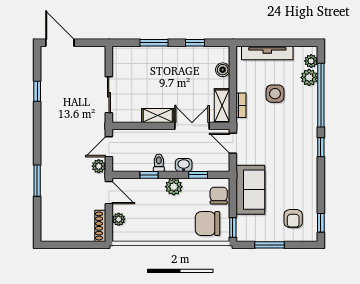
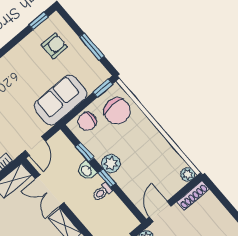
window: (149, 175) -> (107, 178), moved
plant: (119, 219) -> (188, 174), moved

